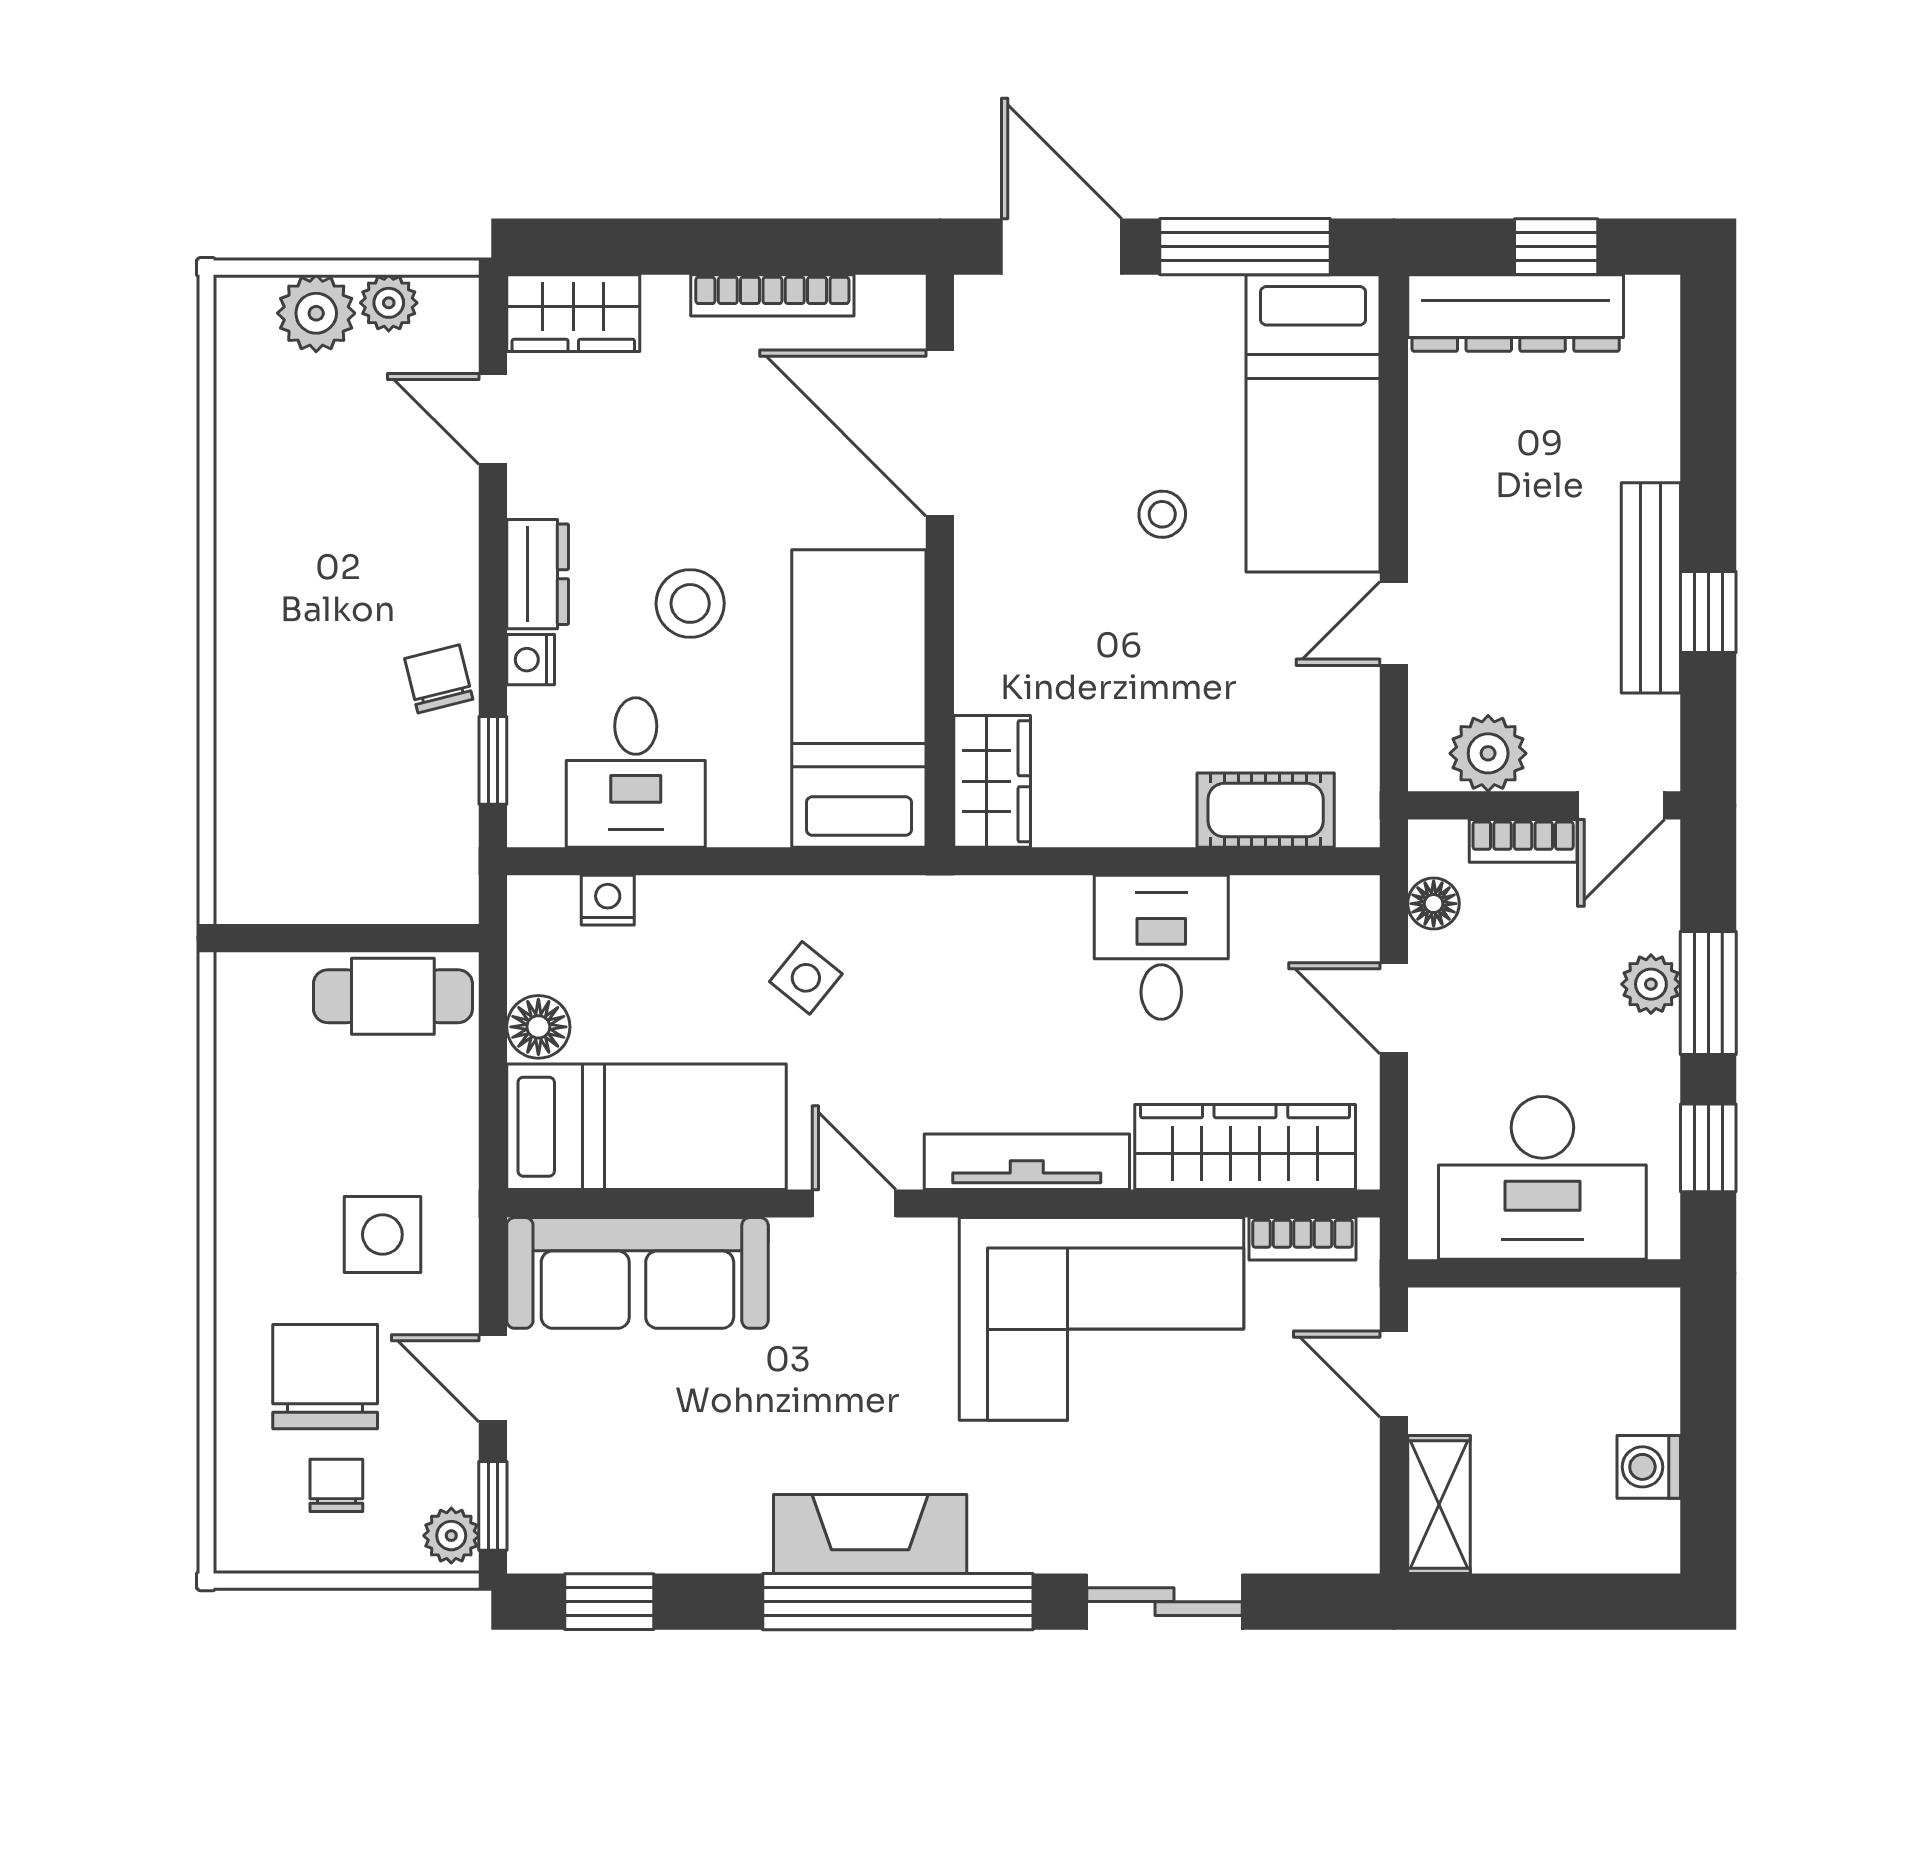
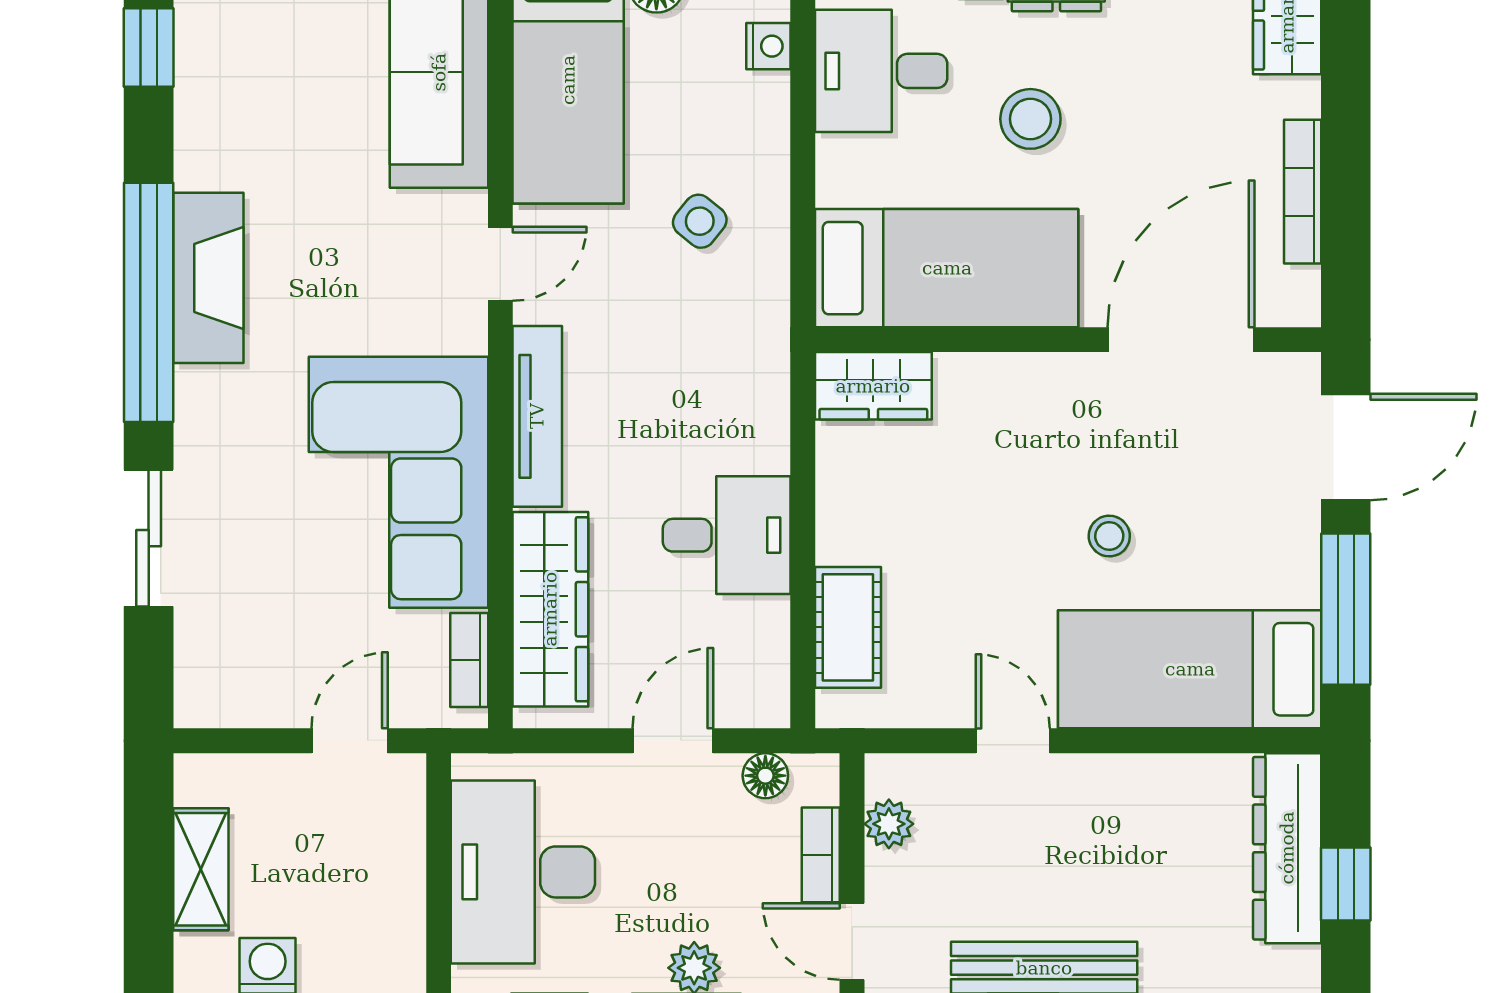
plant: (1488, 753) -> (889, 824), width x0.73, depth x0.73
shelving: (1439, 1505) -> (201, 869), moved, turned 90

